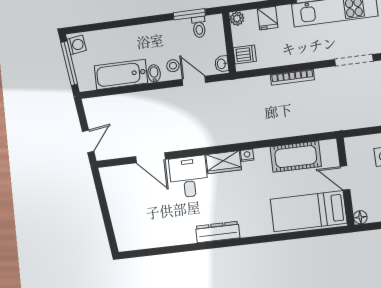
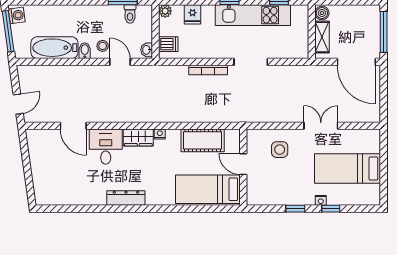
doorway: (354, 60) -> (251, 62), moved
floor lamp: (360, 217) -> (252, 200), removed

